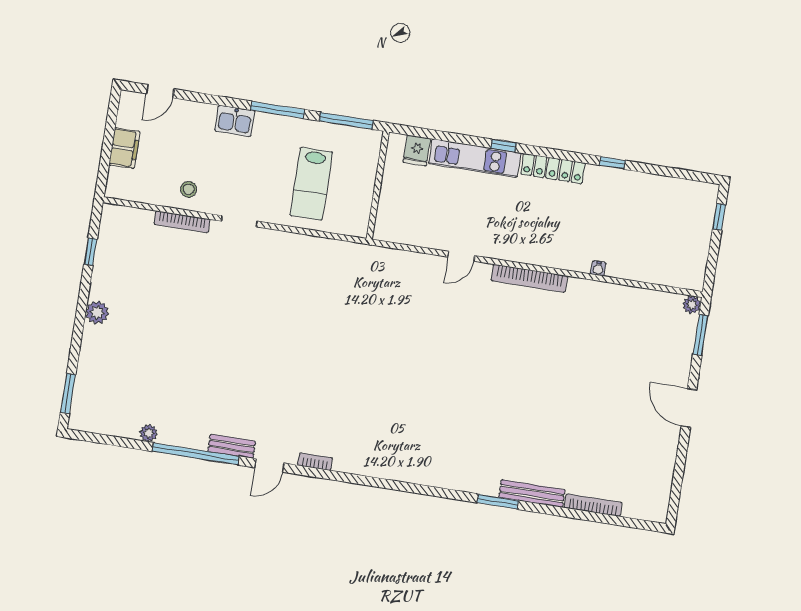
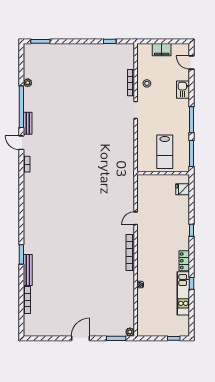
kitchen sink: (235, 121) -> (183, 90), moved
kitchen unit: (475, 158) -> (183, 293), moved
locker: (553, 169) -> (184, 261), width x0.66
lab bench: (311, 184) -> (165, 152), moved, turned -90
door: (461, 256) -> (136, 218), hinge flipped
plant: (97, 312) -> (81, 49), removed

